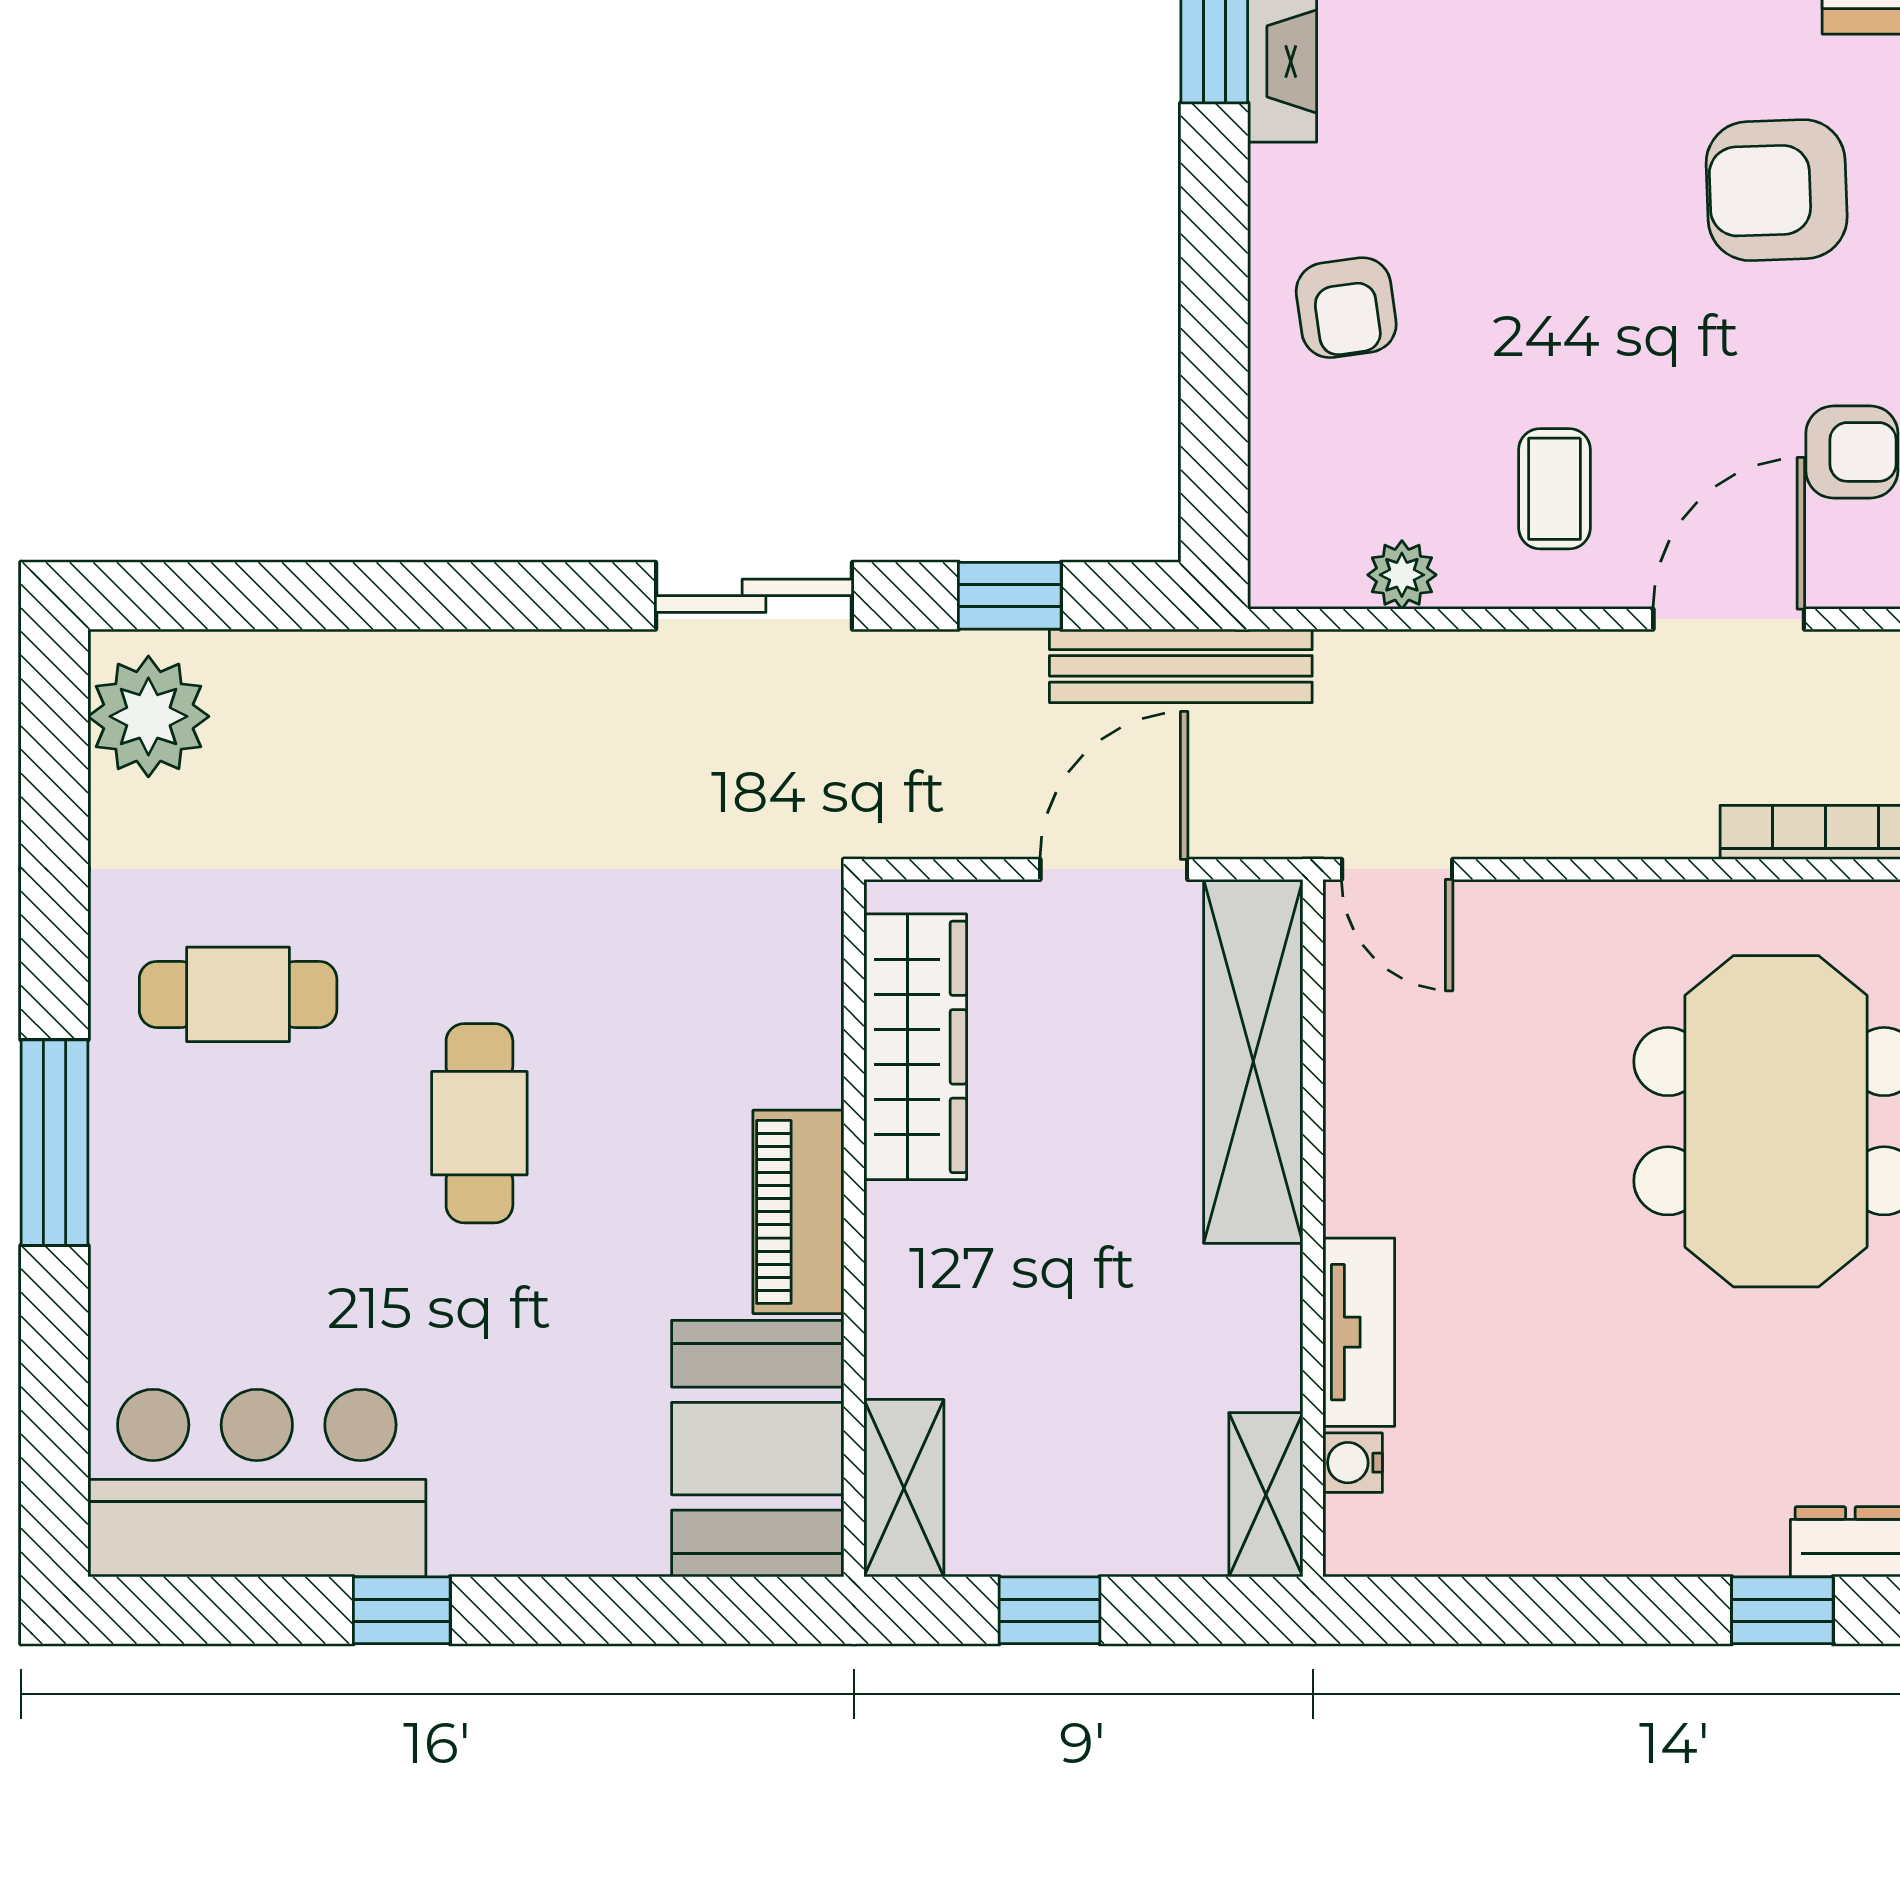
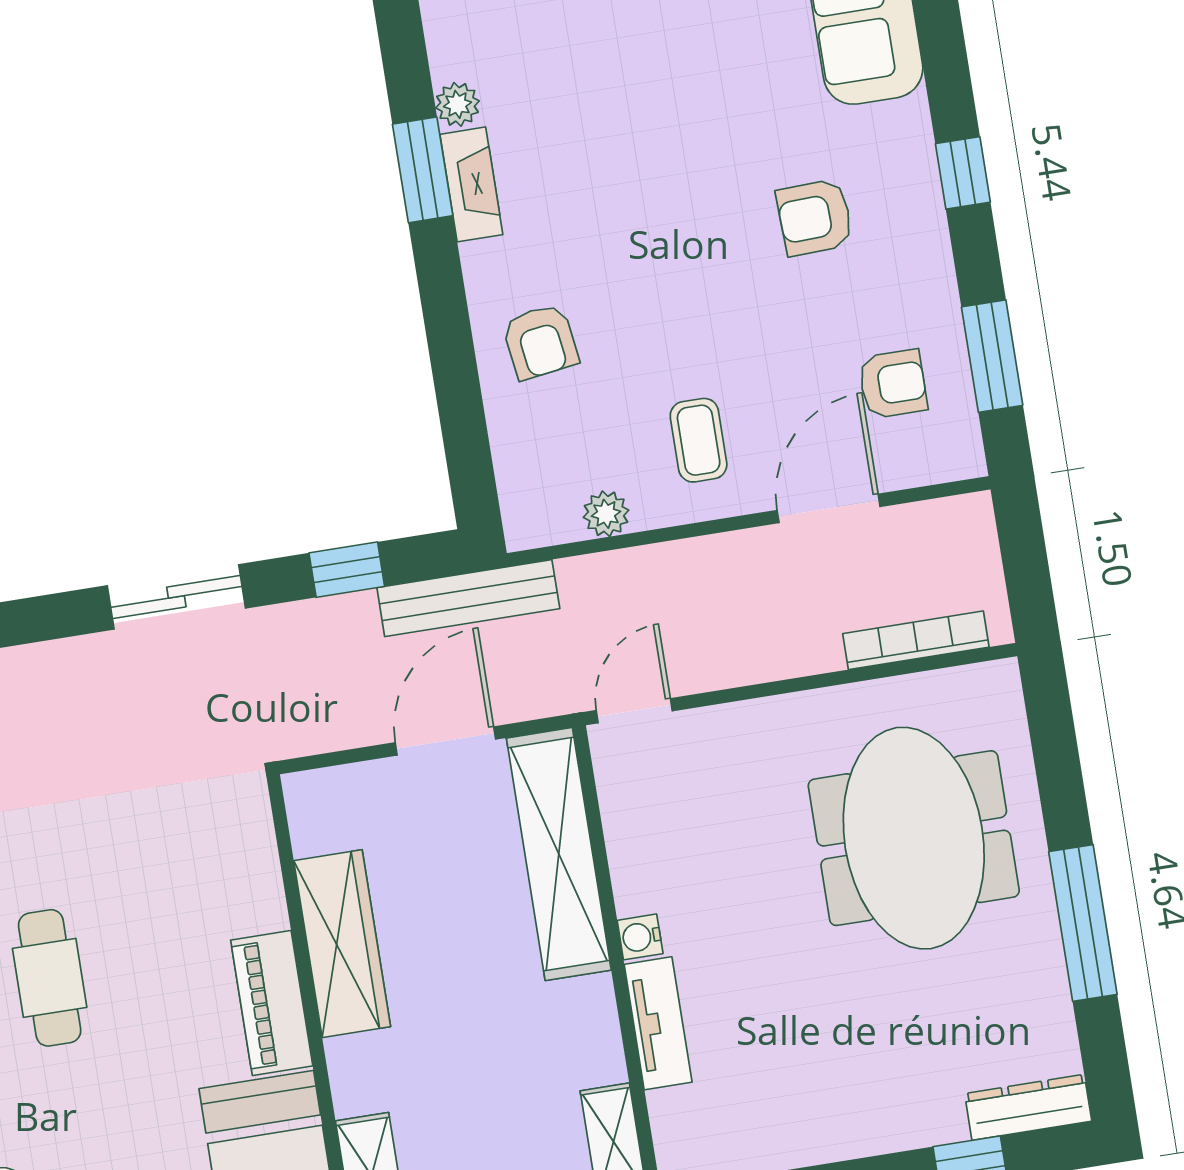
armchair: (1777, 190) -> (815, 217), width x0.72, depth x0.72
door: (1397, 869) -> (634, 711), swing flipped
wardrobe: (915, 1047) -> (342, 944), moved
water cooler: (1353, 1463) -> (640, 937), moved

